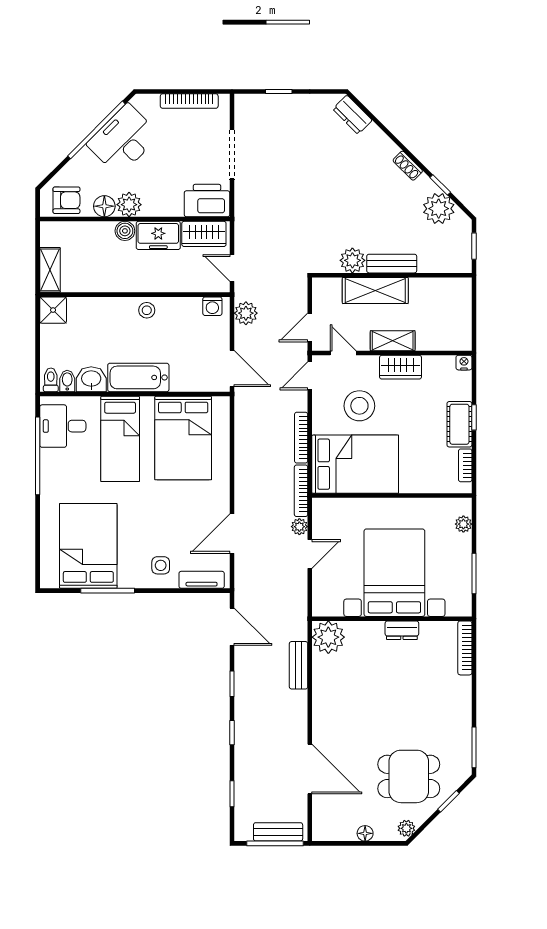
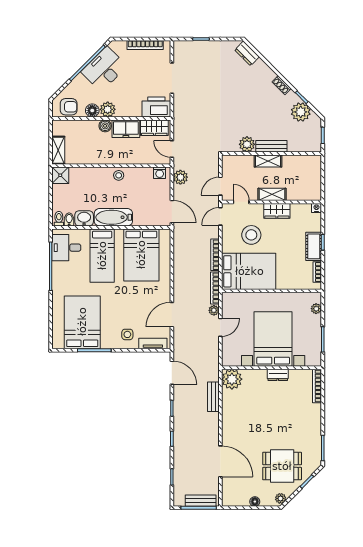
shelving: (375, 290) -> (268, 161), width x0.67, depth x0.75

